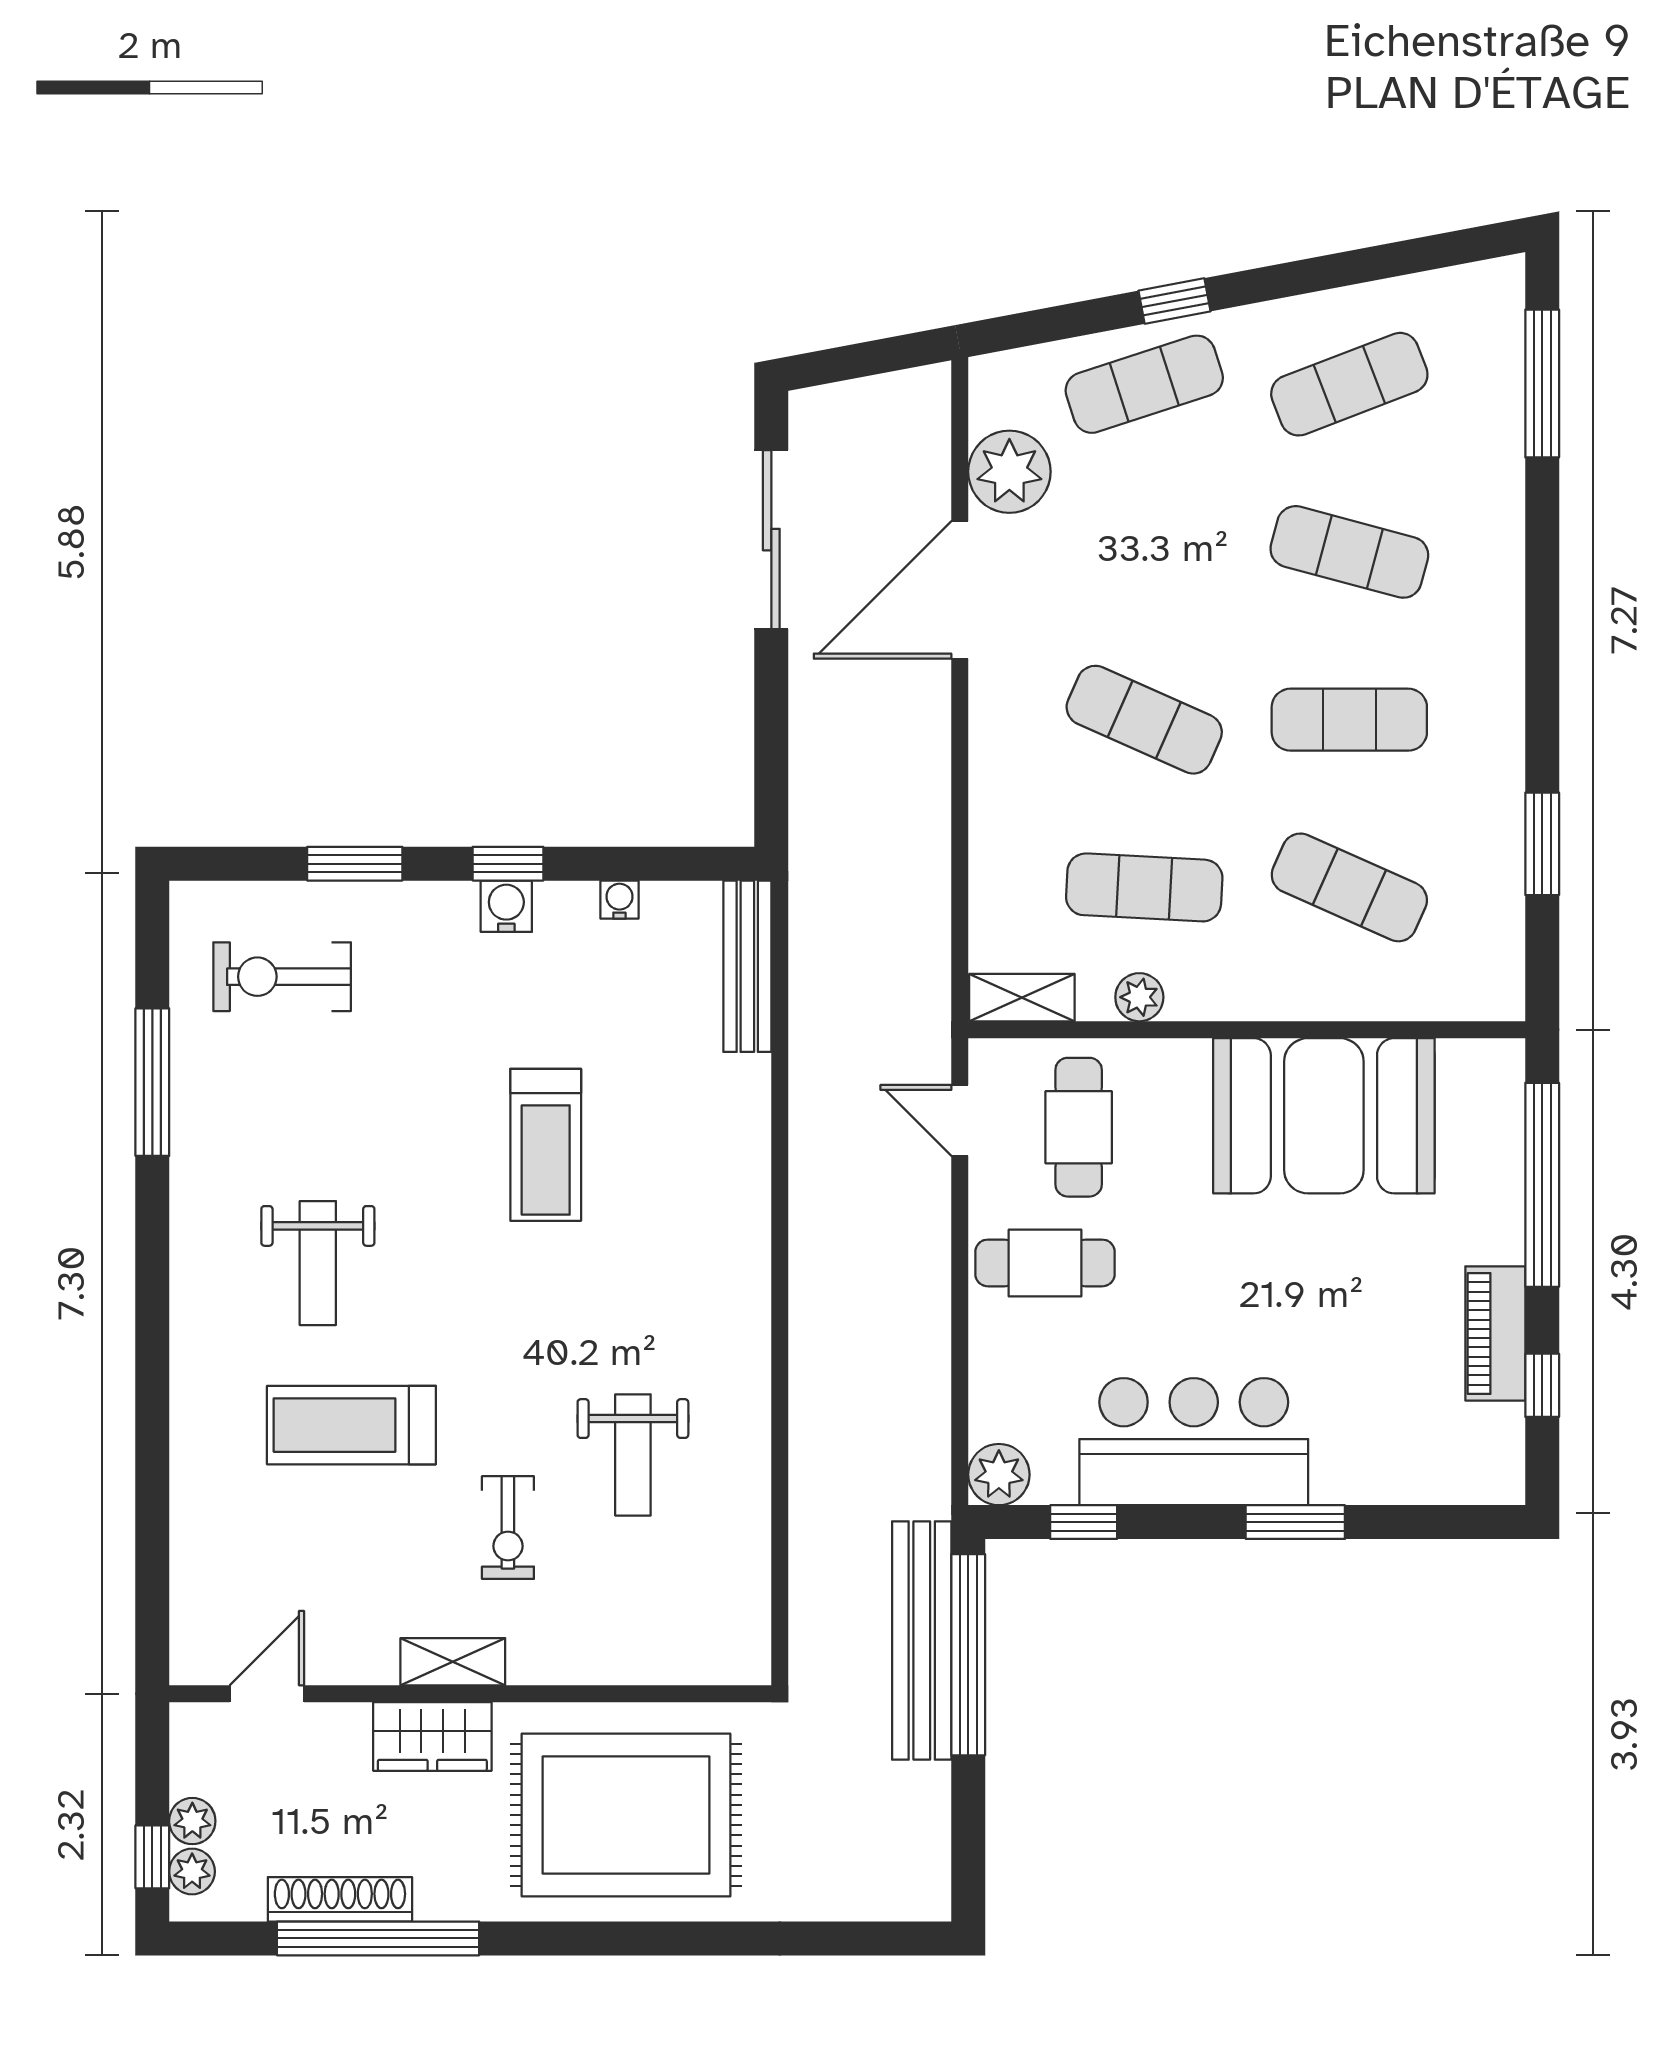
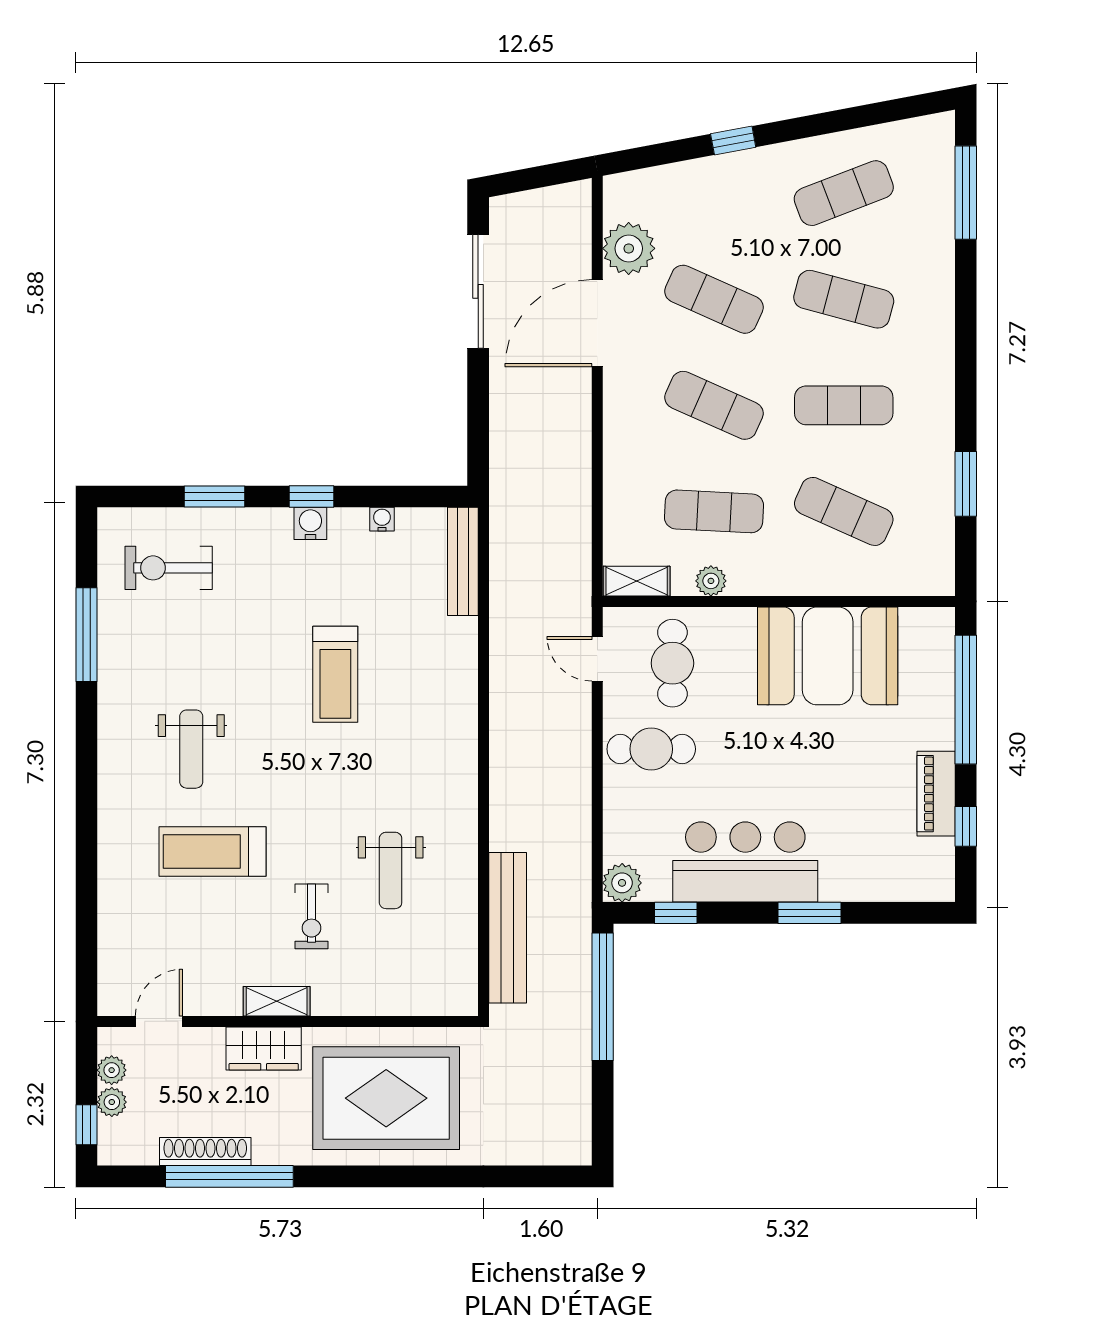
exercise mat: (1144, 384) -> (714, 299), moved, turned 42
bench: (922, 1641) -> (508, 928), moved
plant: (192, 1872) -> (112, 1070), moved

